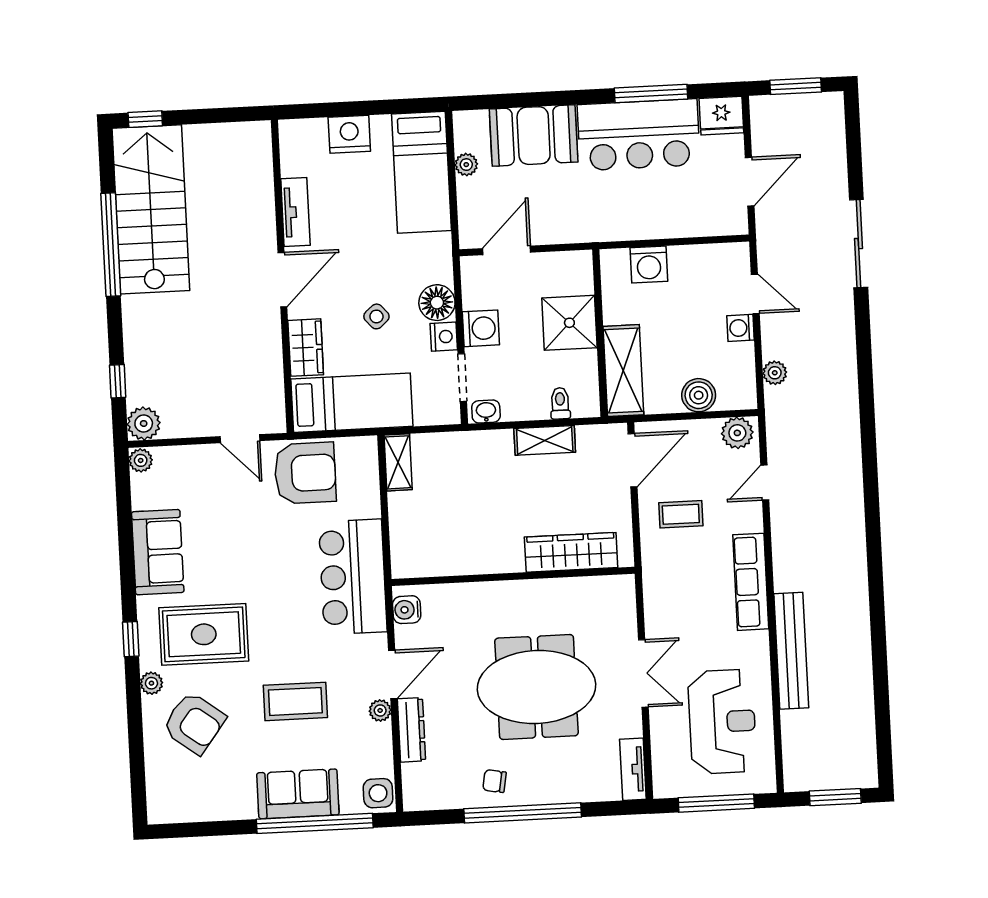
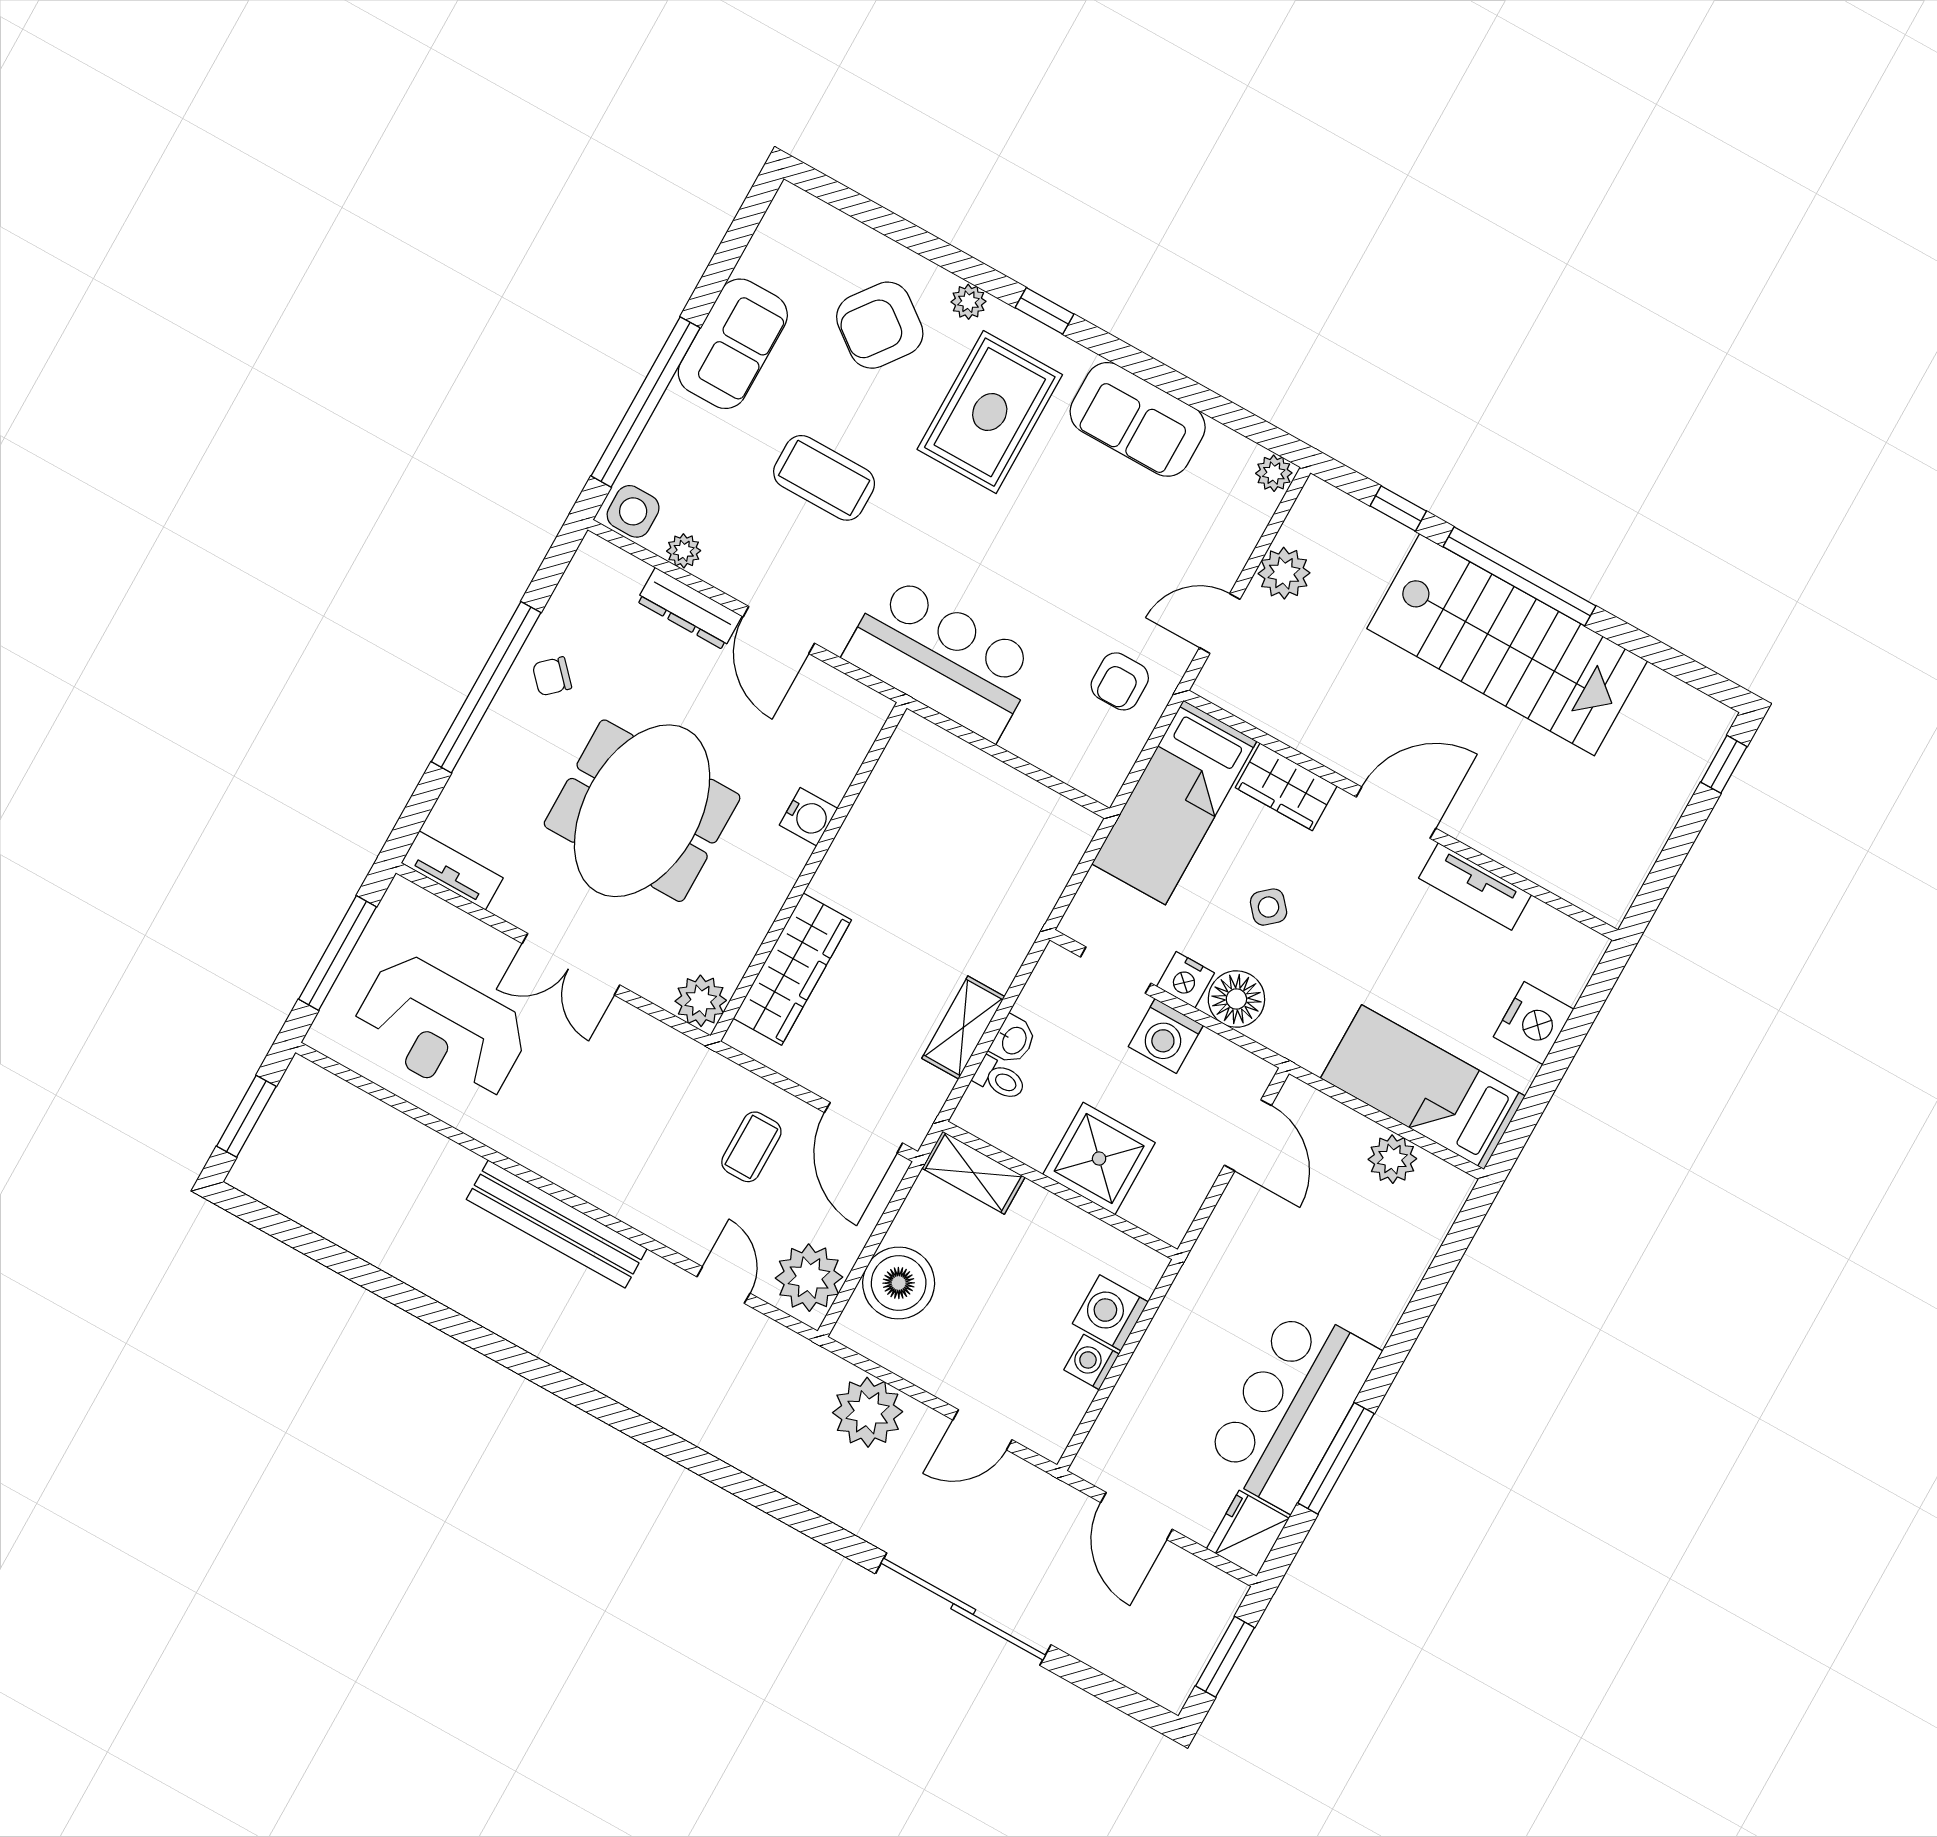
booth: (534, 136) -> (1378, 1267), removed
plant: (466, 165) -> (1392, 1159), width x1.38, depth x1.38
stairs: (151, 209) -> (1507, 645), moved
sliding door: (859, 244) -> (963, 1609), width x1.36
window: (111, 245) -> (1519, 576), moved
door: (282, 280) -> (1396, 813), swing flipped
washing machine: (740, 328) -> (1092, 1362), moved, turned -90
shelving: (623, 371) -> (973, 1173), width x0.67, depth x0.75
plant: (775, 373) -> (868, 1412), width x1.88, depth x1.88
boiler: (699, 395) -> (899, 1283), width x1.37, depth x1.37
washbasin: (486, 412) -> (1013, 1040), moved
plant: (144, 423) -> (1284, 573), moved
plant: (737, 433) -> (809, 1278), width x1.36, depth x1.36
shelving: (398, 462) -> (1056, 814), removed
armchair: (305, 473) -> (1120, 681), width x0.53, depth x0.53
row of seats: (751, 582) -> (603, 1184), removed
plant: (619, 591) -> (701, 1001), added
water cooler: (407, 610) -> (808, 817), moved, turned 90
bench: (791, 651) -> (557, 1224), moved
coffee table: (295, 701) -> (824, 478), turned 90
plant: (380, 710) -> (684, 551), moved
chair: (494, 781) -> (552, 676), turned -143
sofa: (298, 794) -> (733, 344), moved

